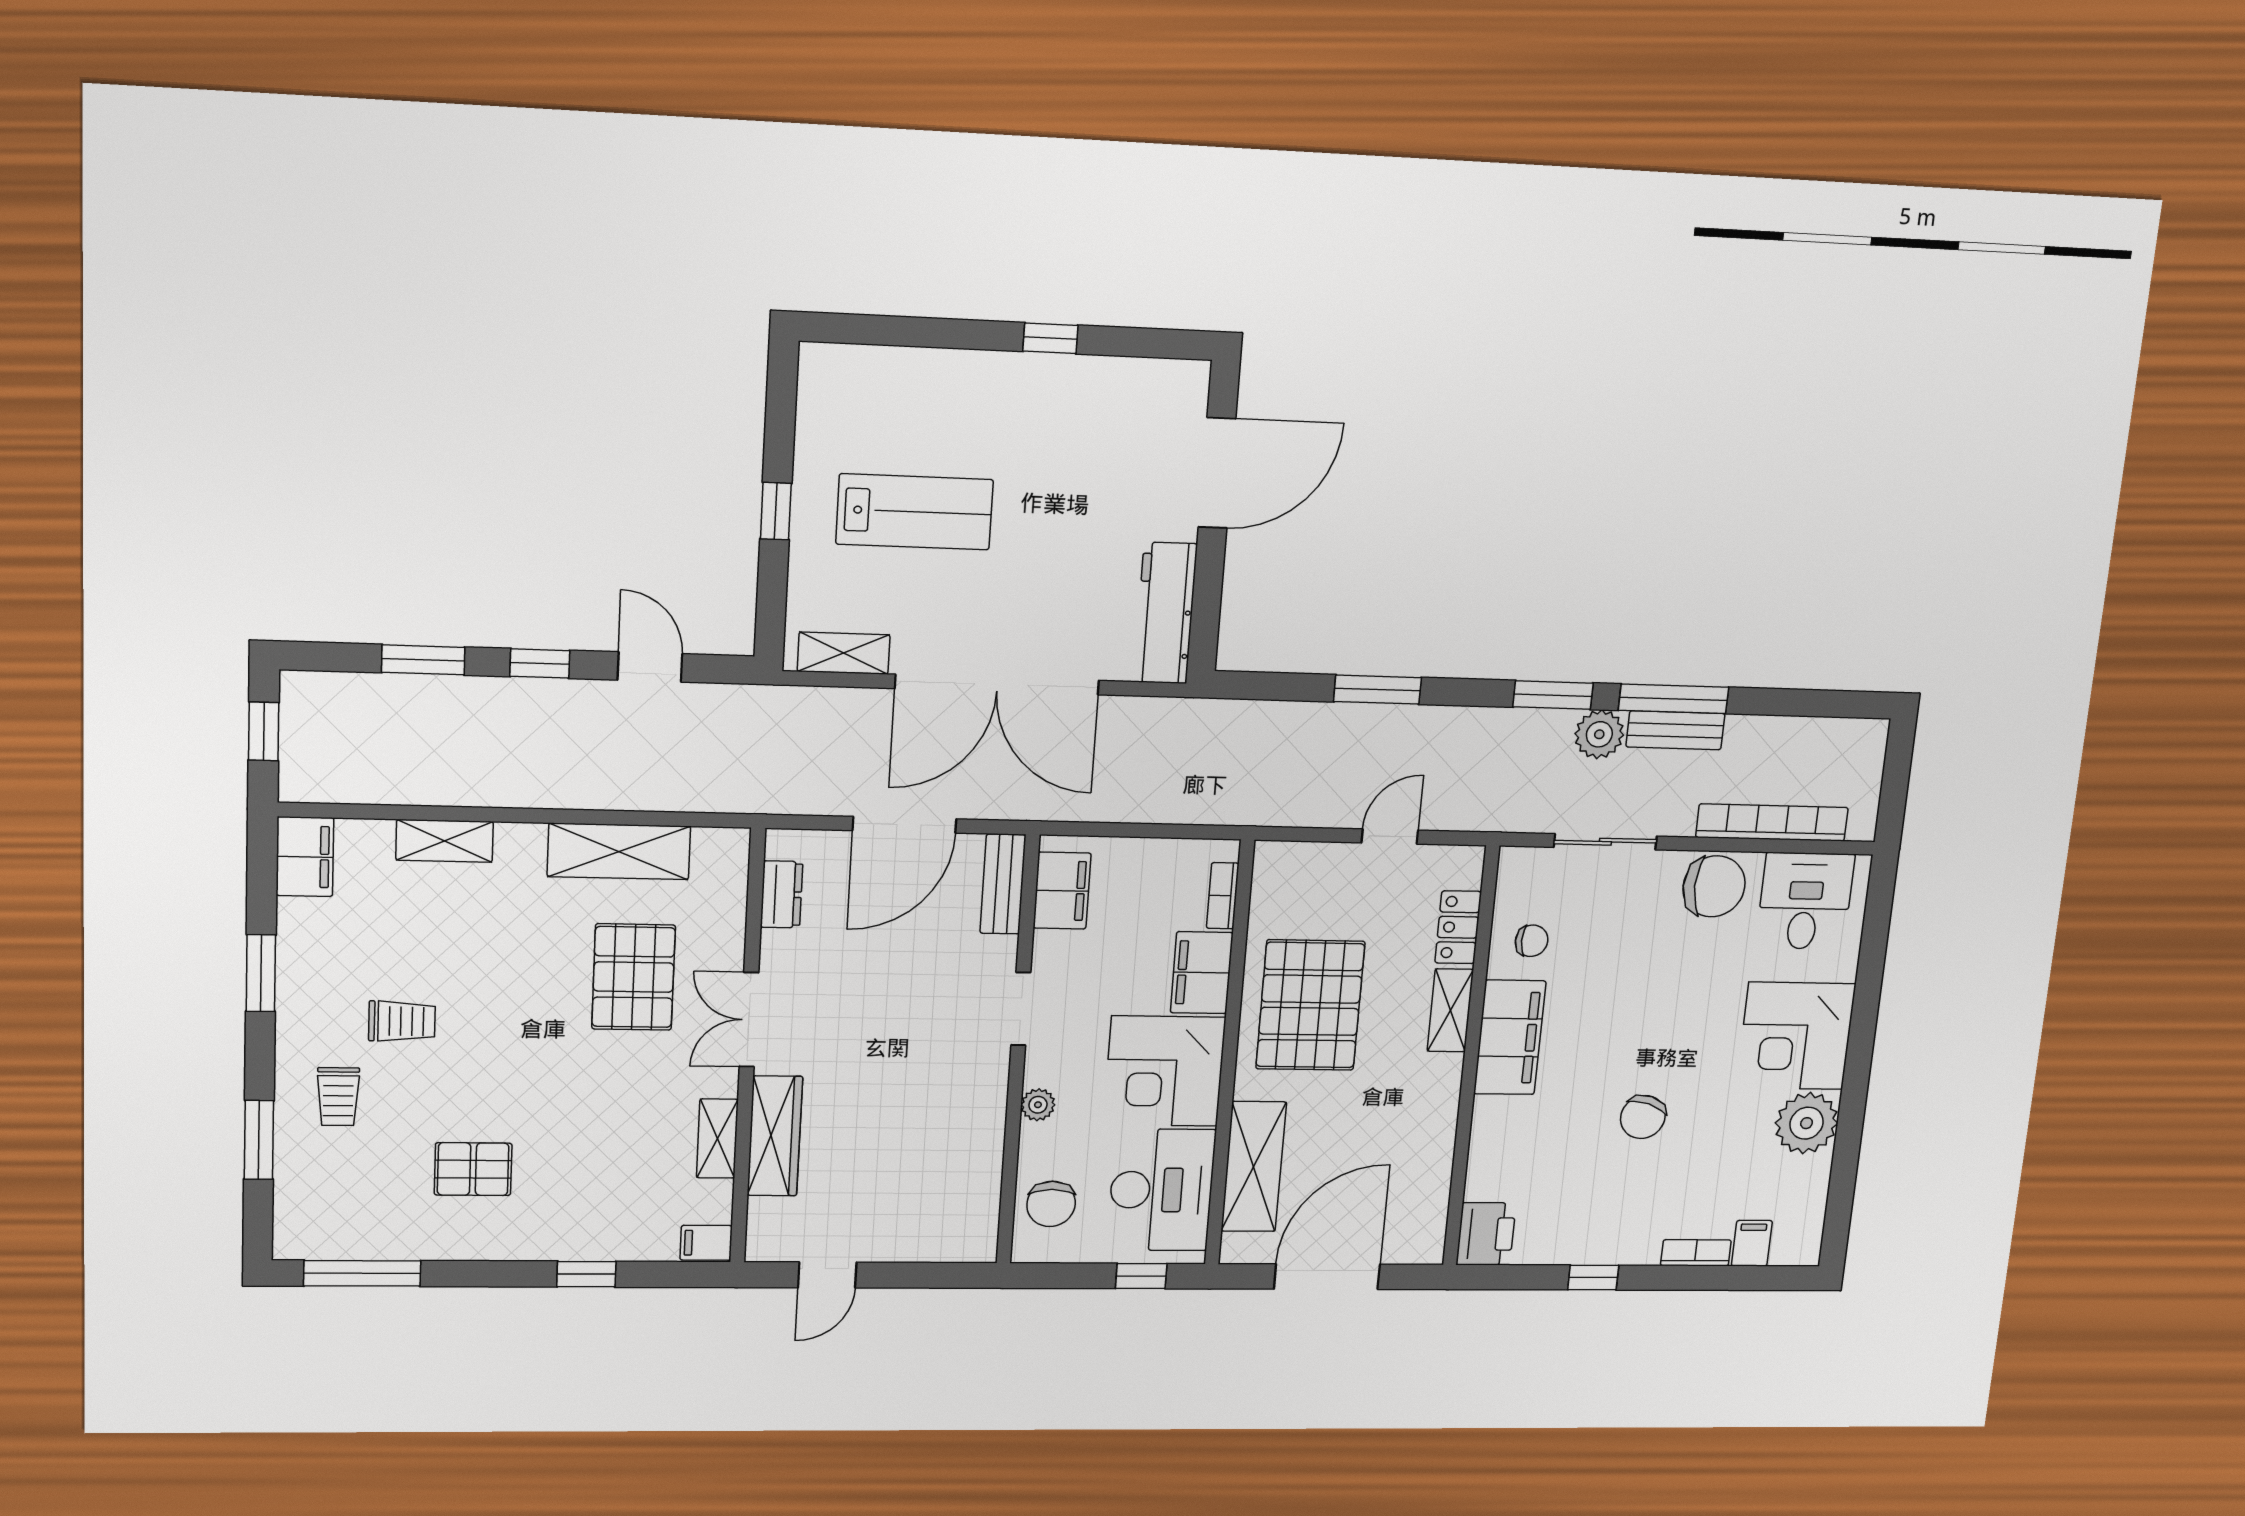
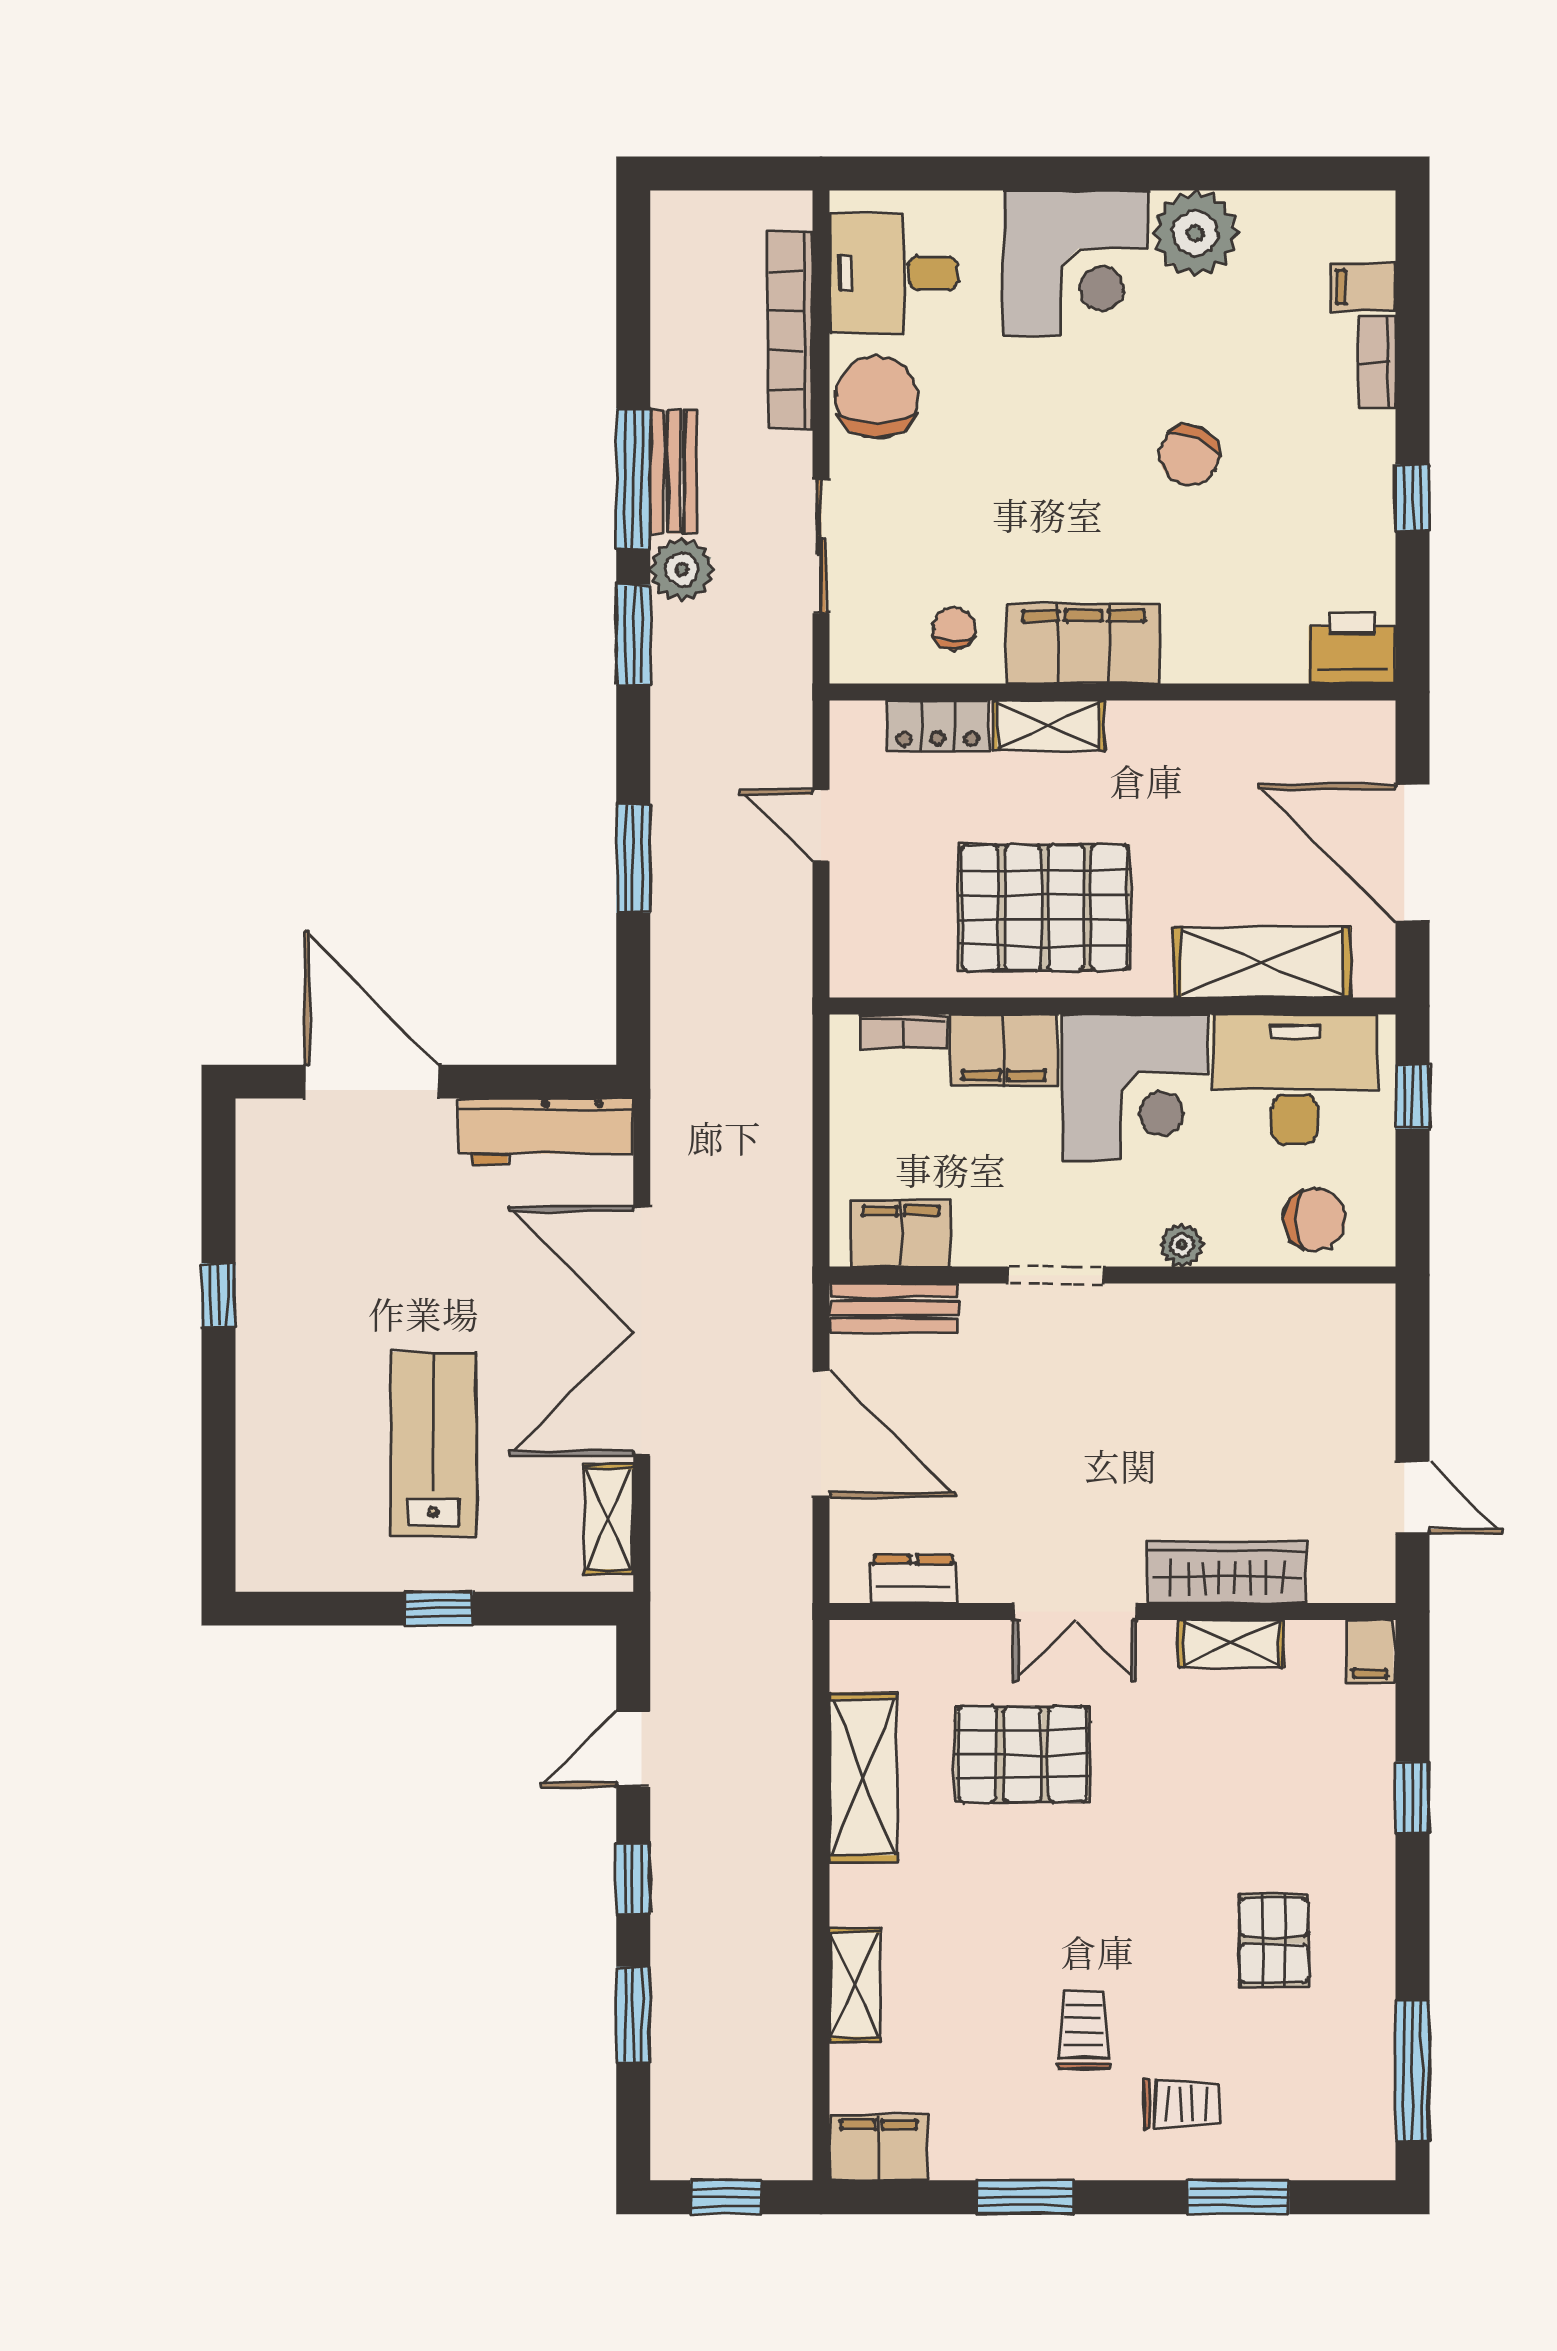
double door: (997, 684) -> (642, 1331), swing flipped
chair: (1643, 1117) -> (1189, 455), turned 98

